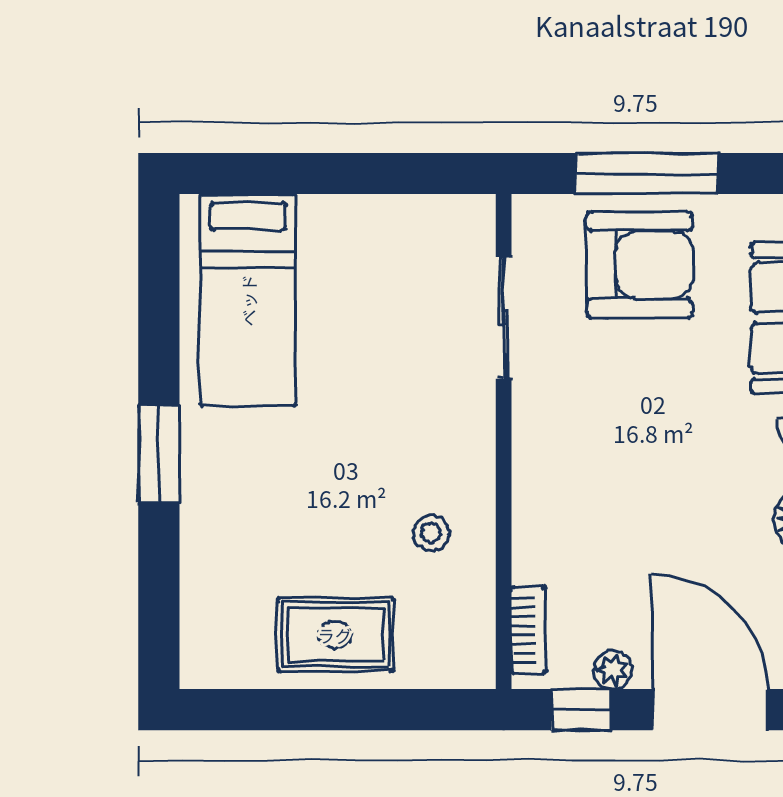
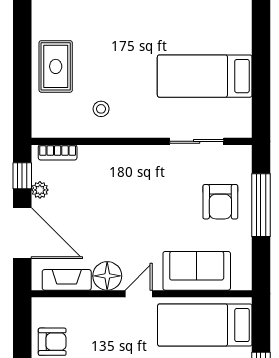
armchair: (639, 265) -> (220, 202), width x0.73, depth x0.73
bed: (248, 300) -> (205, 76), moved
door: (710, 710) -> (22, 233), hinge flipped

